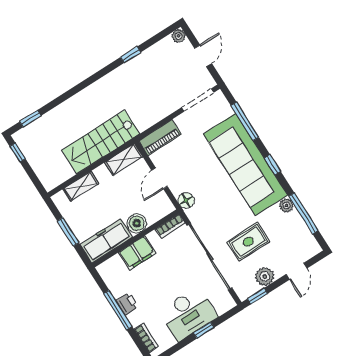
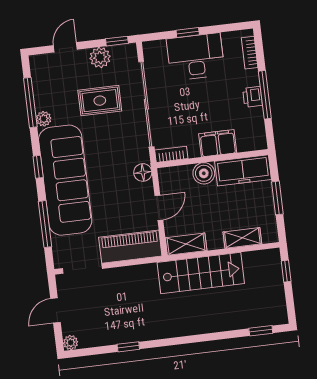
piano: (160, 137) -> (130, 247), width x1.37, depth x1.33
window: (18, 152) -> (286, 271), moved

